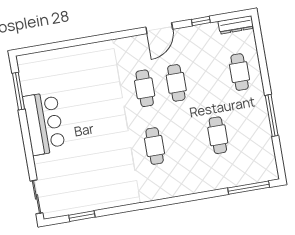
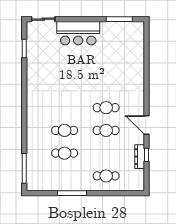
dresser: (236, 25) -> (140, 157), moved
bar counter: (44, 123) -> (78, 33), moved
cafe table: (155, 146) -> (65, 130), moved

